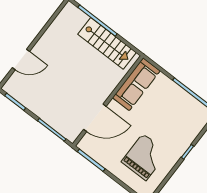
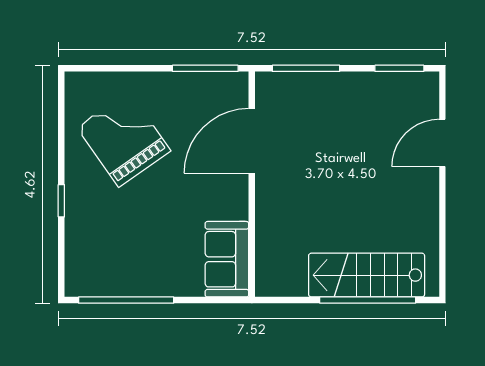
stairs: (107, 43) -> (367, 275), moved
sofa: (136, 84) -> (227, 259), width x0.73
grand piano: (144, 157) -> (124, 139), turned 145

